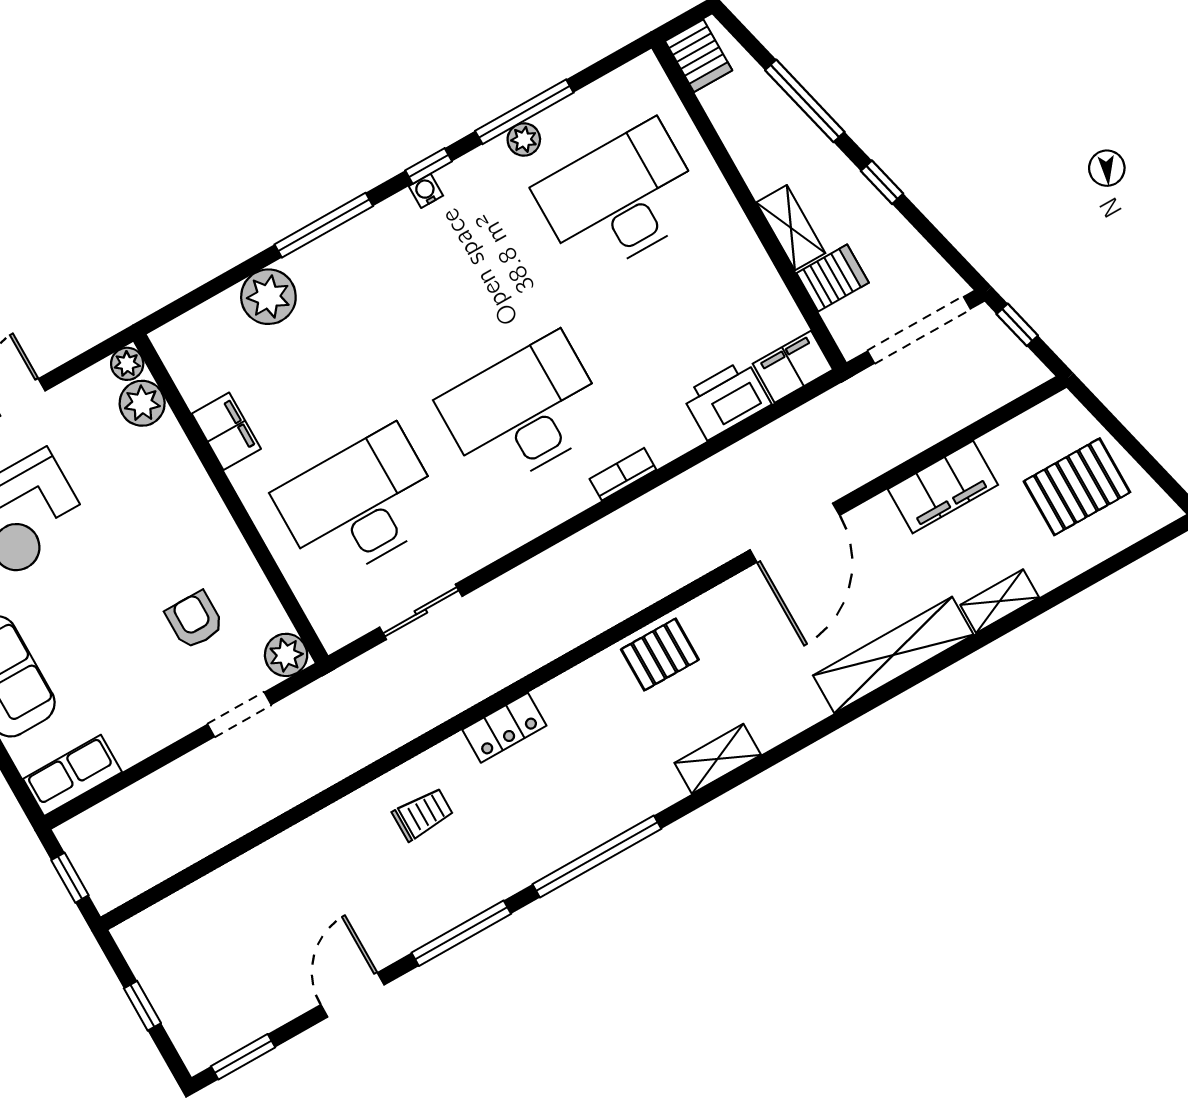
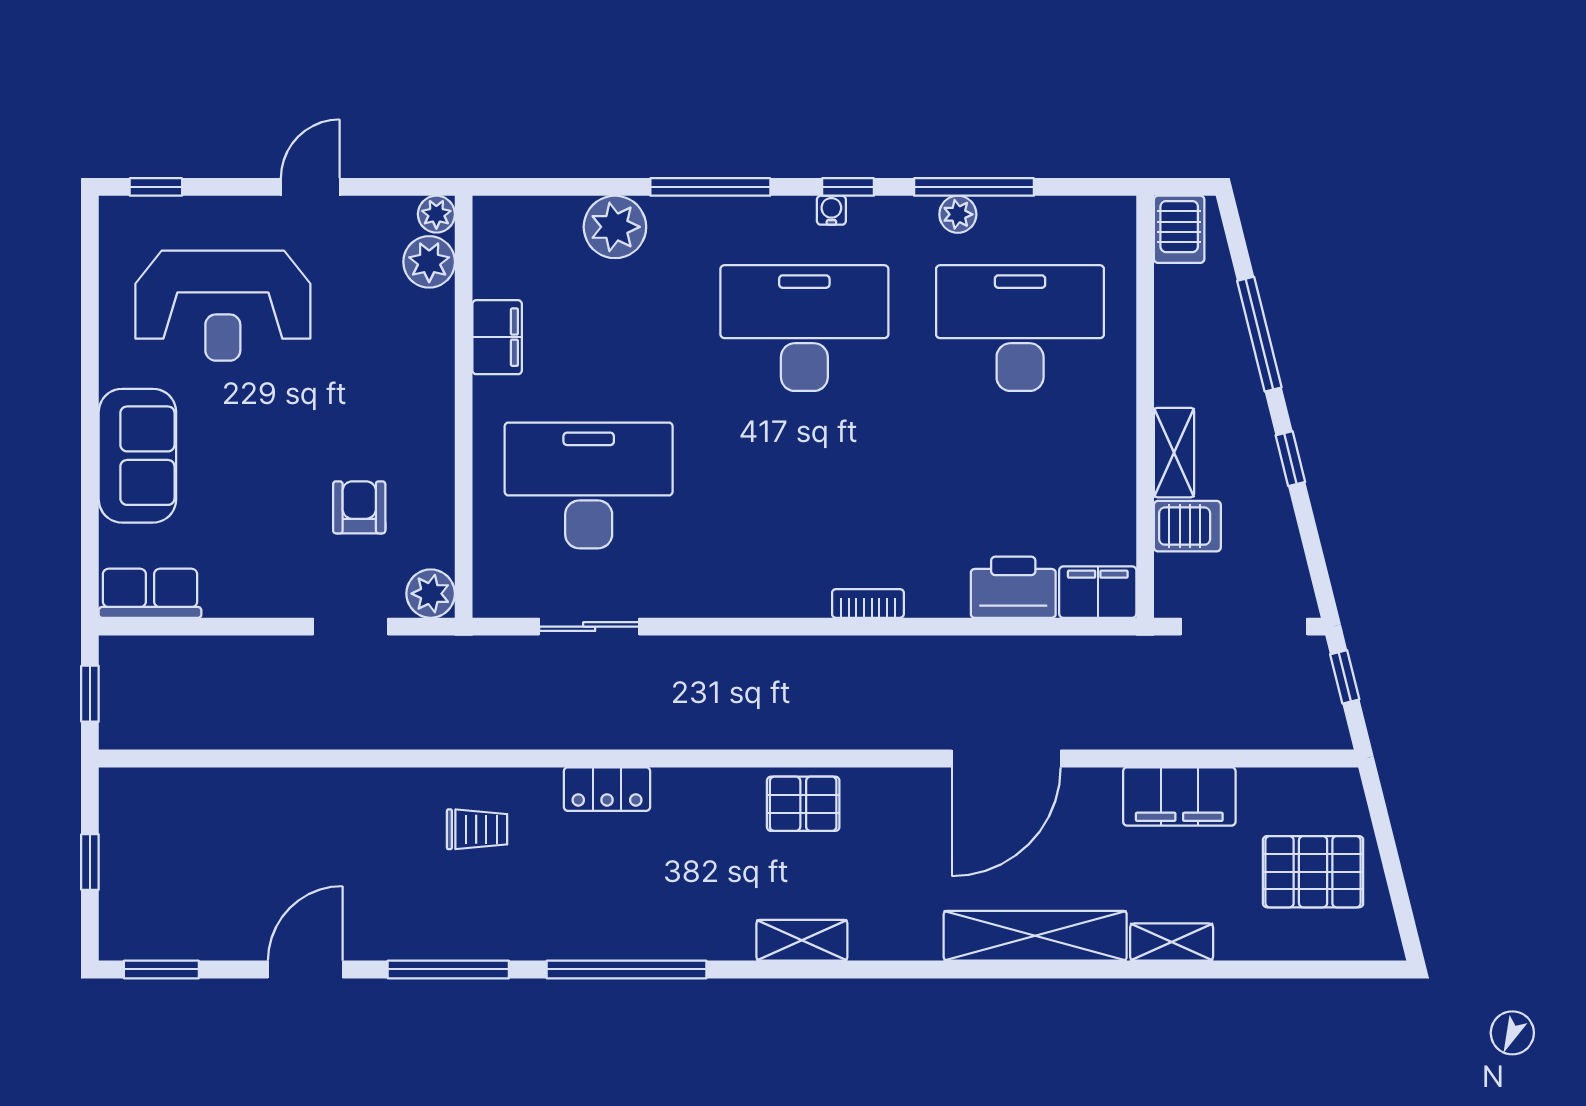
desk: (524, 412) -> (804, 328), moved

